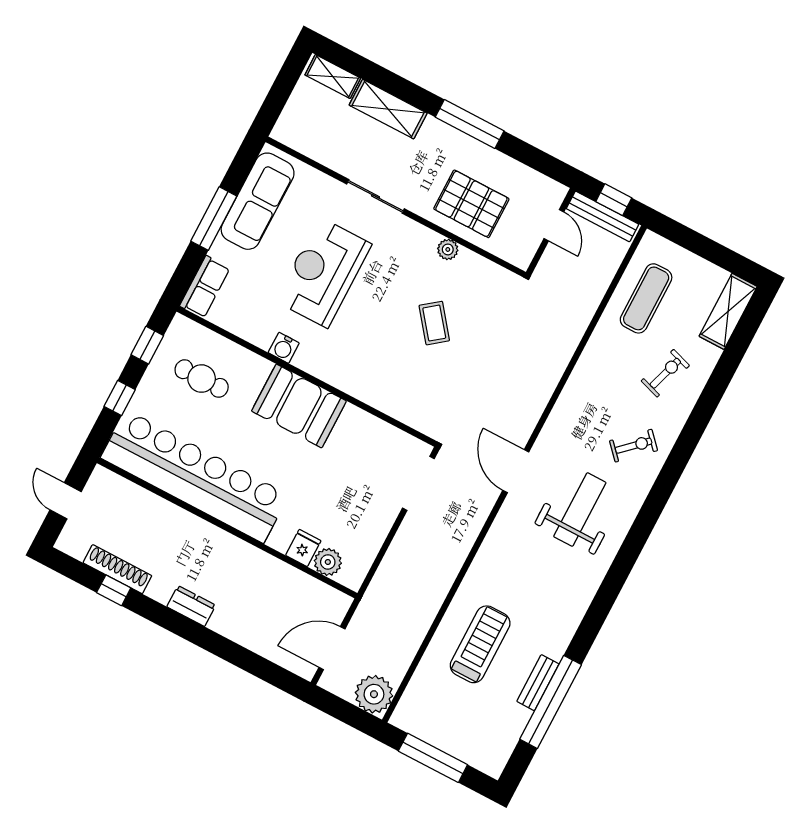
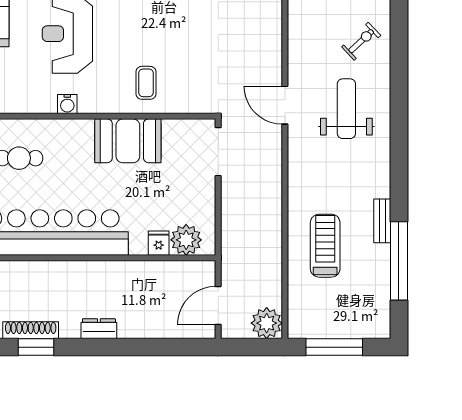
coffee table: (434, 323) -> (146, 83), moved, turned 38
booth: (299, 406) -> (128, 141), moved
plant: (328, 562) -> (186, 240), width x1.36, depth x1.36
window: (114, 590) -> (36, 347), width x1.50
bench: (538, 683) -> (382, 221), moved

